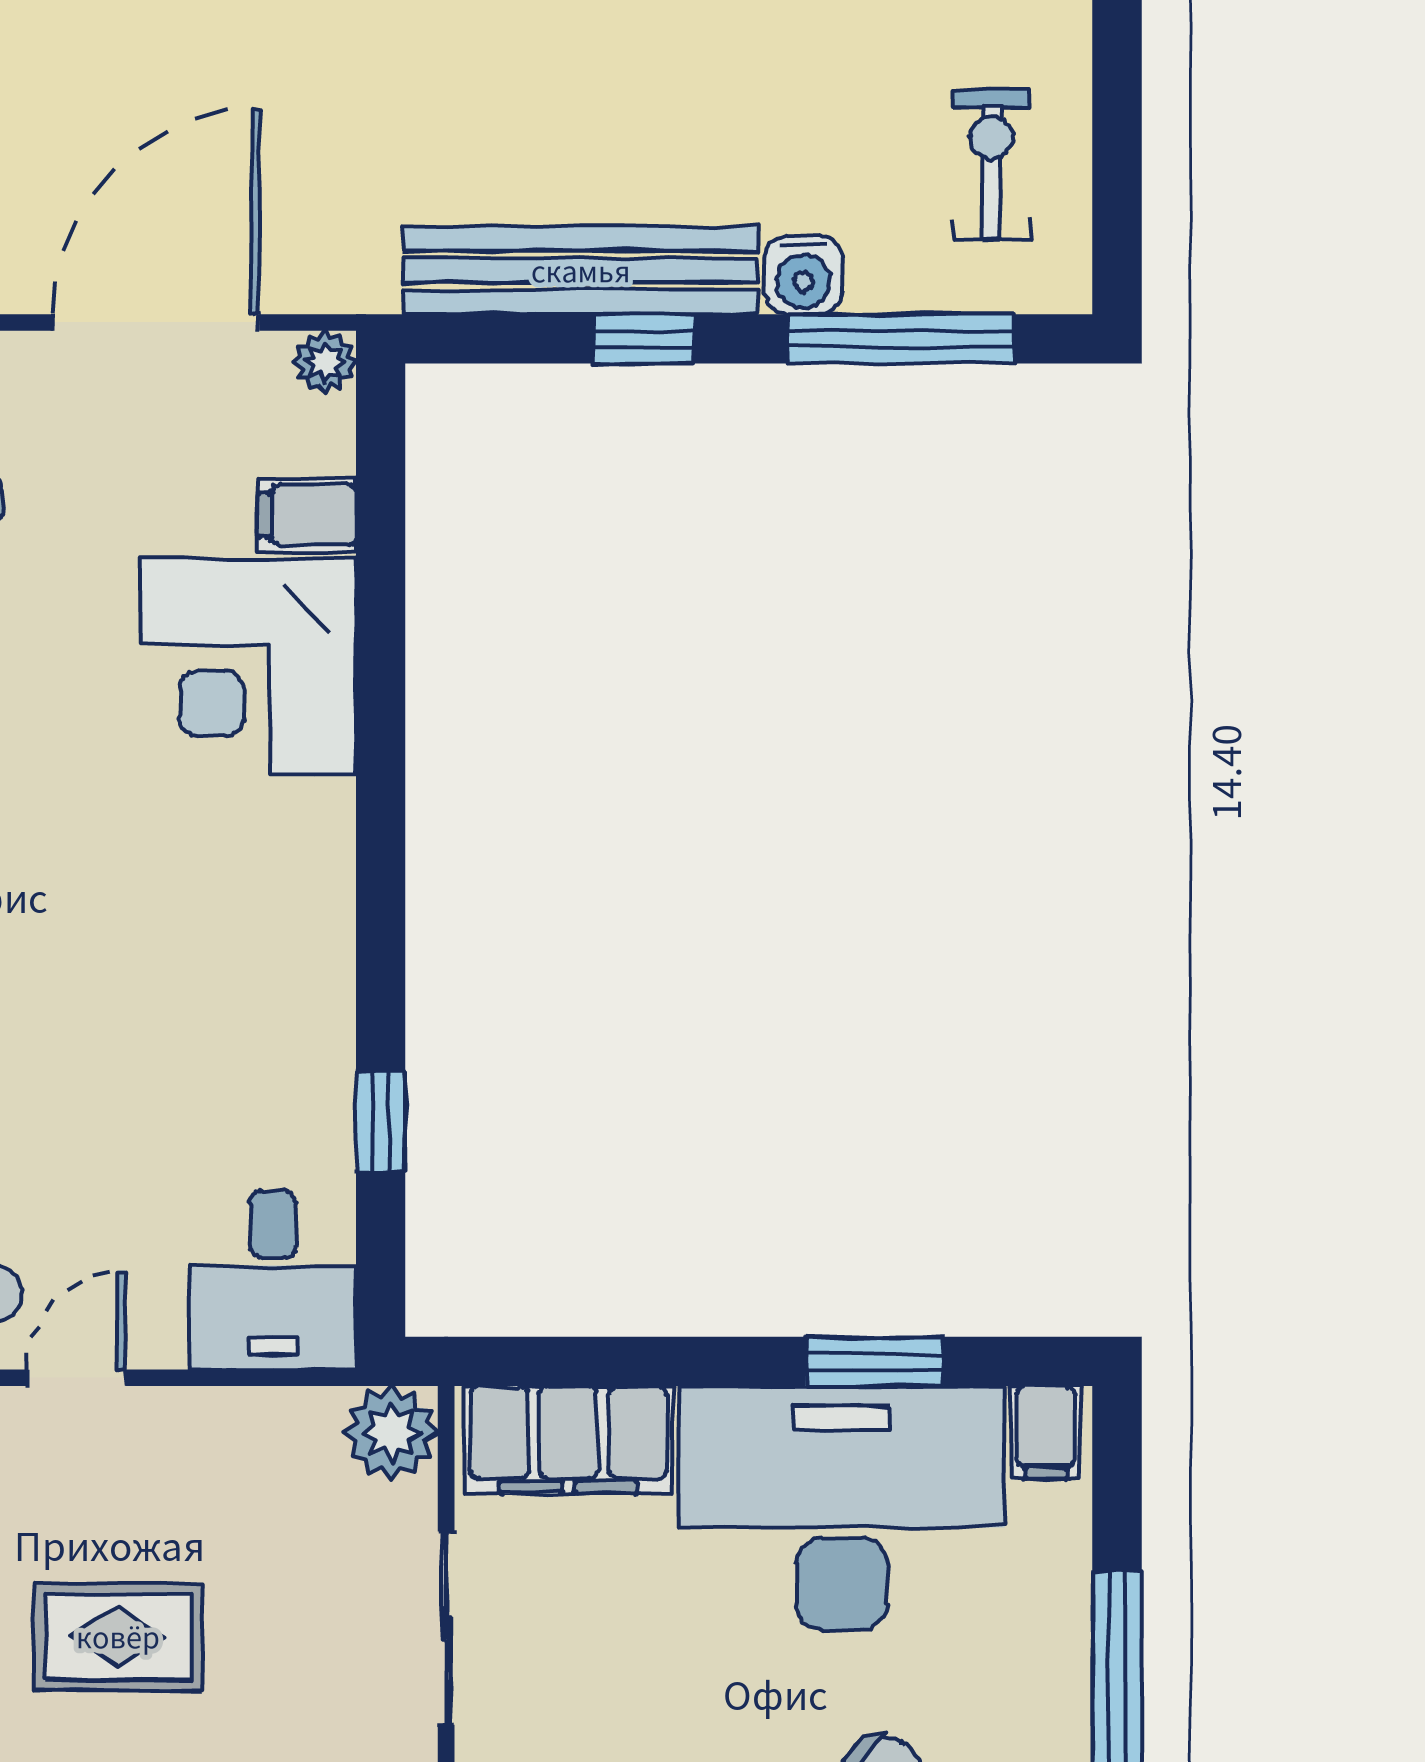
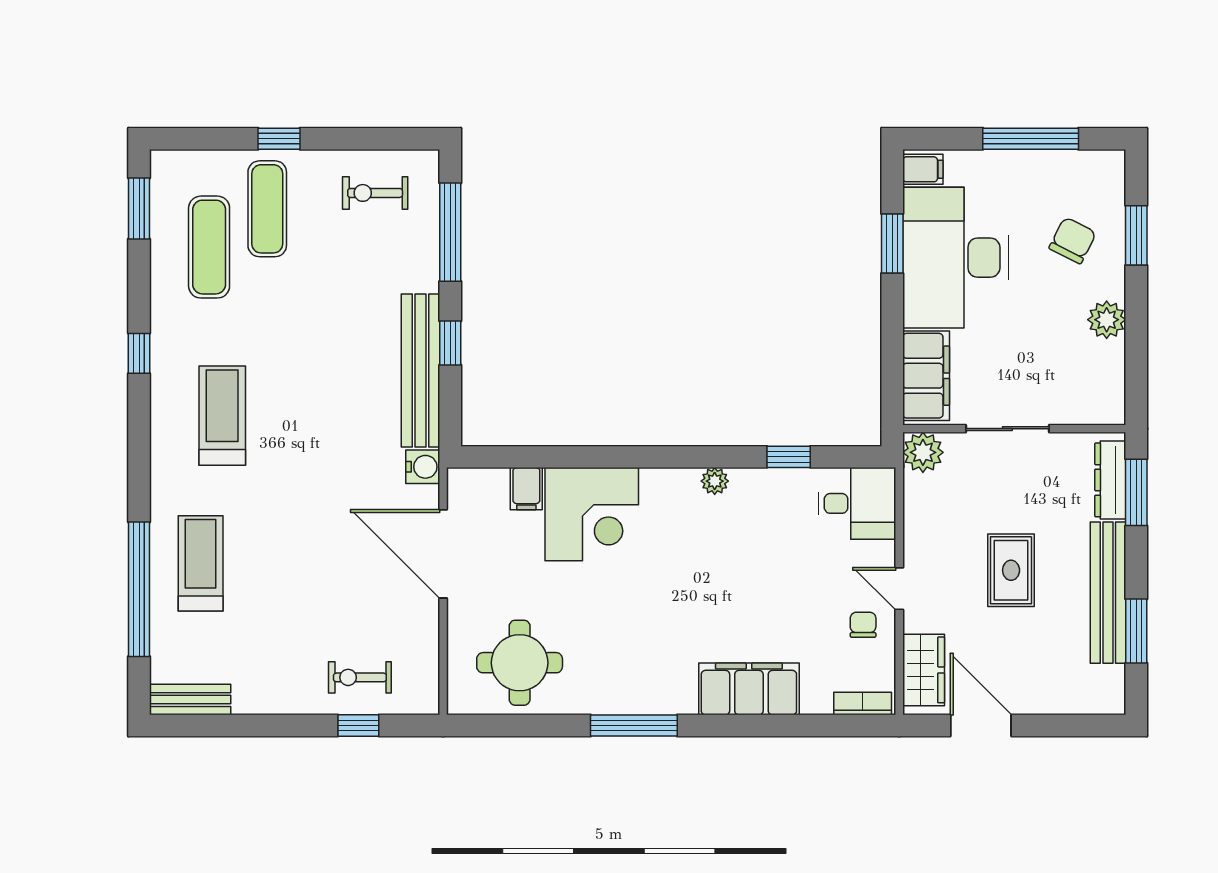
water cooler: (803, 275) -> (423, 467), moved
plant: (325, 362) -> (715, 481), moved

